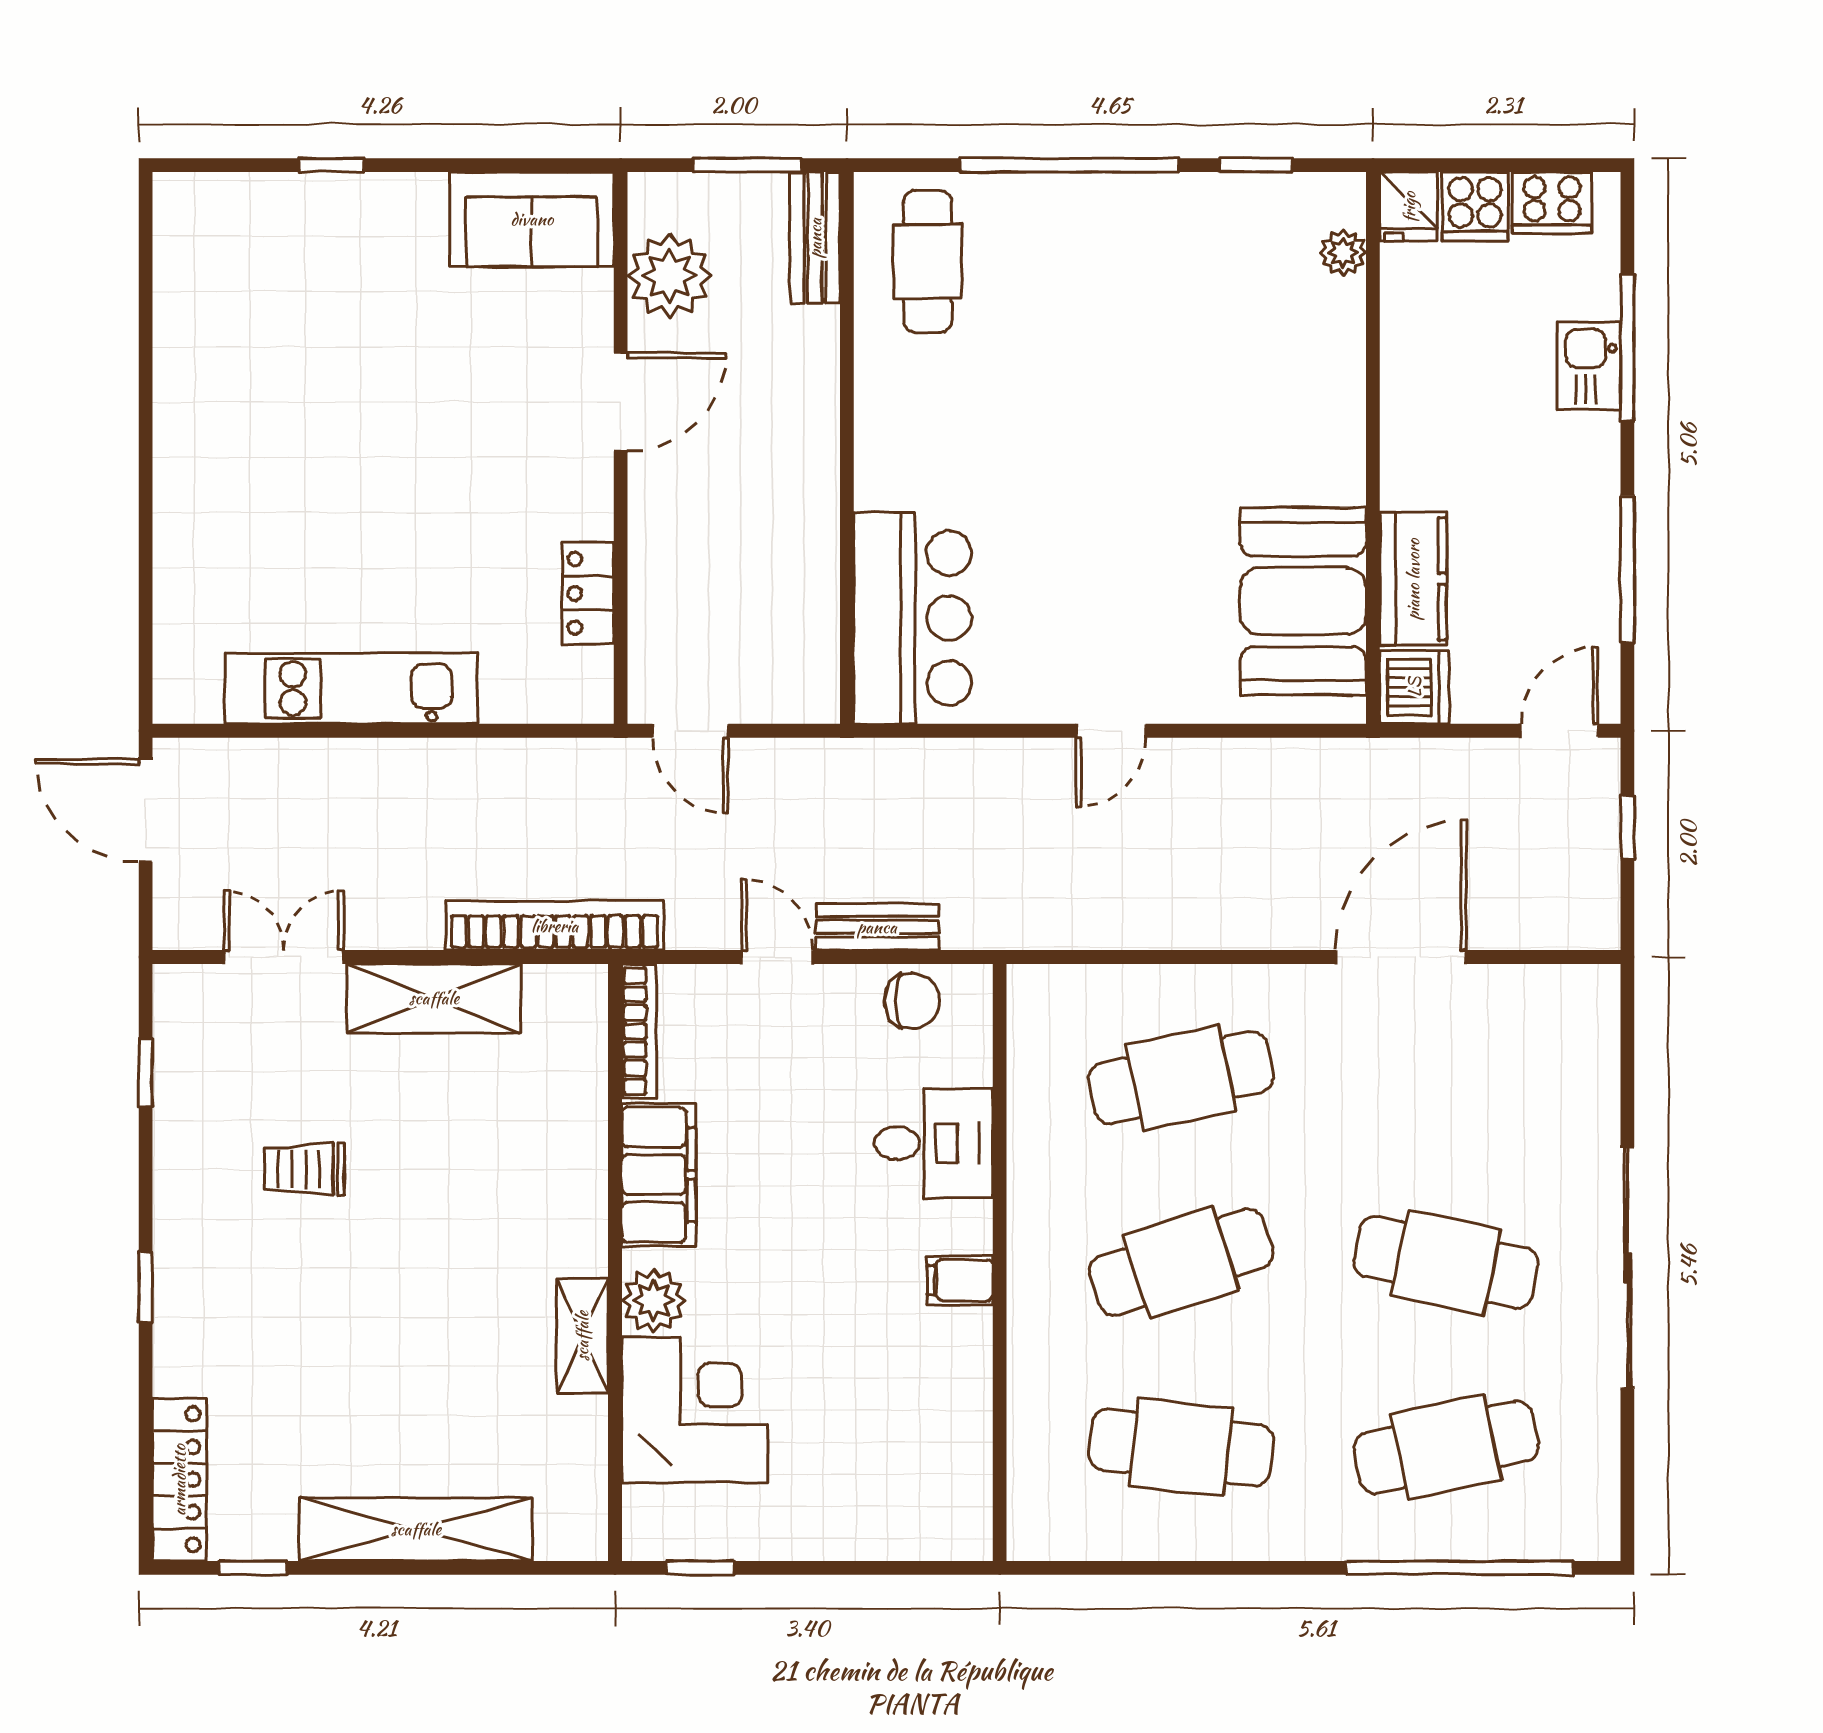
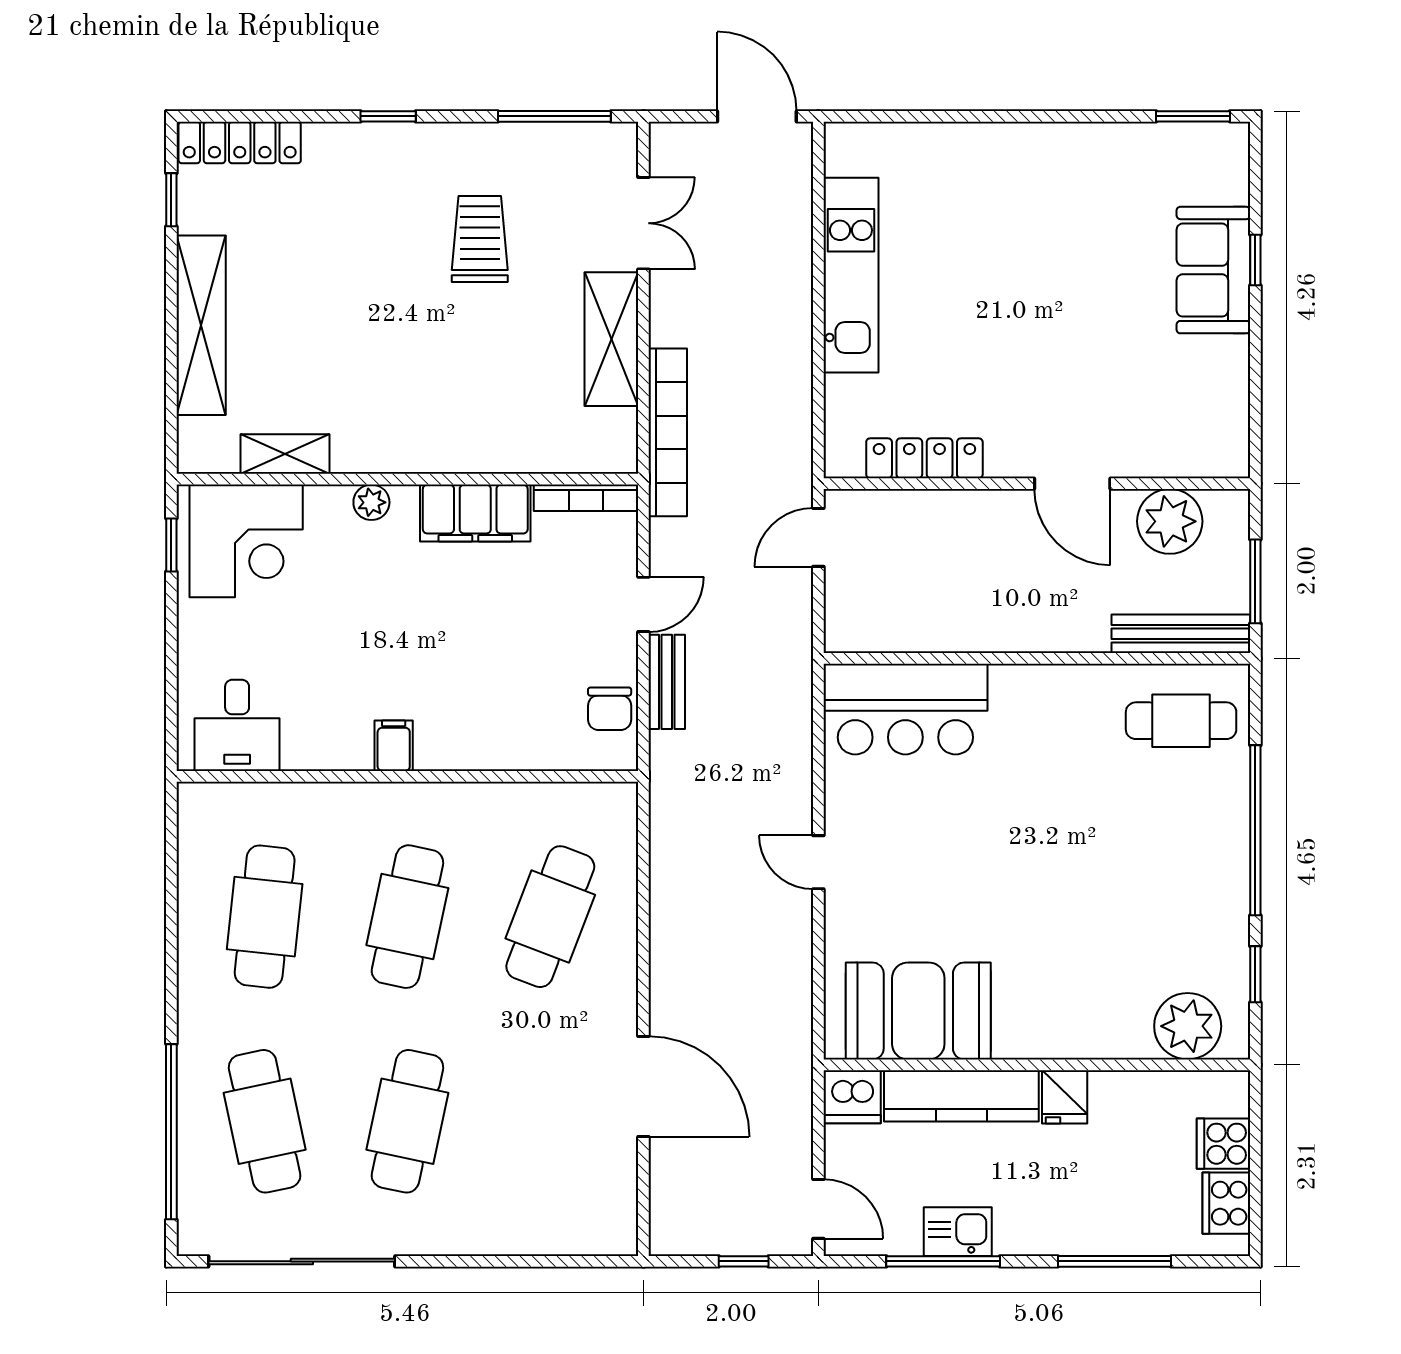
fridge: (1409, 207) -> (1065, 1097), moved, turned -90
sofa: (532, 219) -> (1213, 270), moved
bench: (815, 238) -> (1181, 634), width x1.36
window: (146, 246) -> (1193, 116), added
plant: (1343, 253) -> (1188, 1026), width x1.88, depth x1.88
kitchen sink: (1589, 366) -> (958, 1232), moved
kitchen counter: (1413, 579) -> (961, 1096), width x1.50
locker: (588, 593) -> (924, 458), width x1.53
door: (146, 810) -> (757, 116), hinge flipped
window: (146, 1072) -> (554, 116), width x2.17
cafe table: (1181, 1078) -> (550, 917), turned 33
desk: (934, 1143) -> (237, 725), moved
trolley: (304, 1169) -> (480, 239), width x1.36, depth x1.39
cafe table: (1181, 1262) -> (407, 917), turned 30
sliding door: (1627, 1268) -> (302, 1261), moved
plant: (654, 1300) -> (371, 502), width x0.73, depth x0.73
shelving: (582, 1336) -> (285, 454), moved
corner desk: (695, 1410) -> (246, 541), moved

